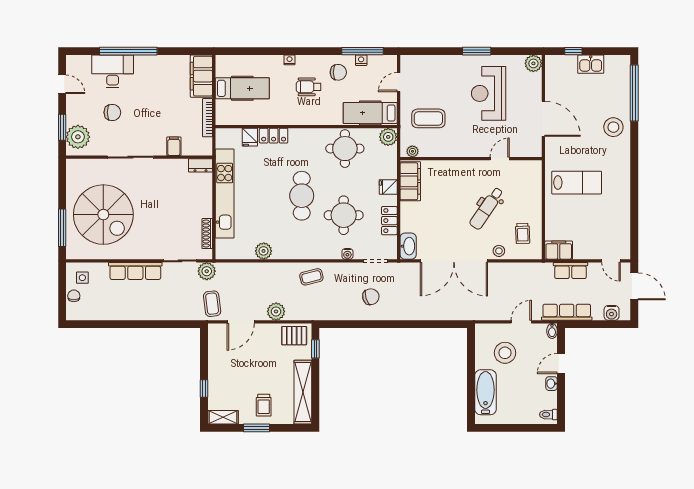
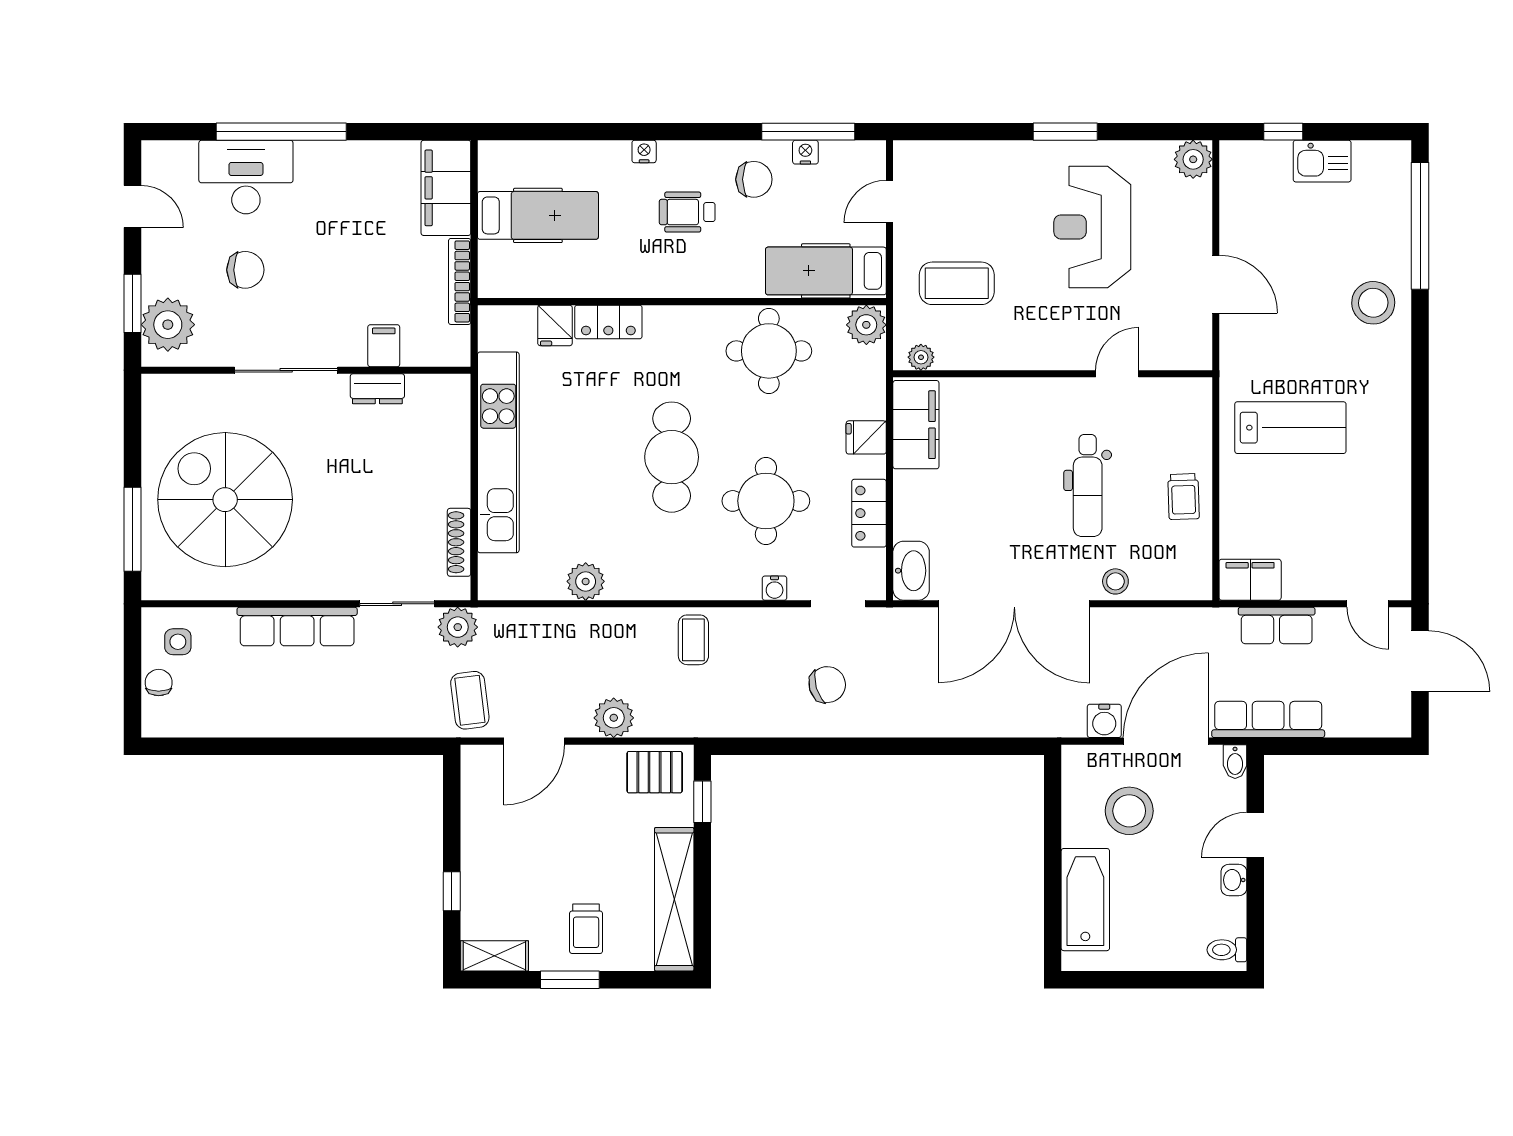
door: (543, 119) -> (1216, 284), width x0.73
dresser: (200, 165) -> (377, 389), moved
dental chair: (487, 208) -> (1088, 486), turned -34
spiral stairs: (103, 215) -> (225, 500), turned 180
trolley: (523, 233) -> (1184, 497), moved
coffee table: (311, 277) -> (693, 640), turned -76
water cooler: (612, 313) -> (1104, 721), moved
door: (521, 322) -> (1166, 741), width x1.87

